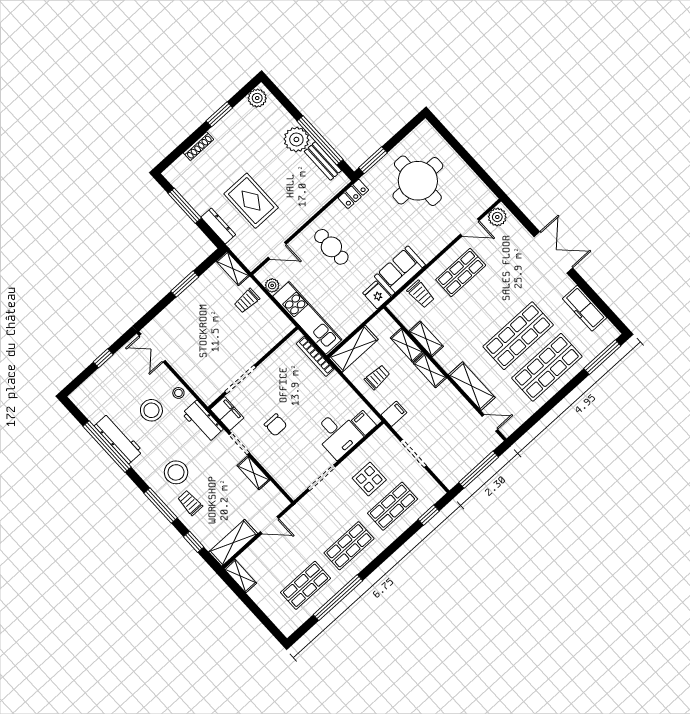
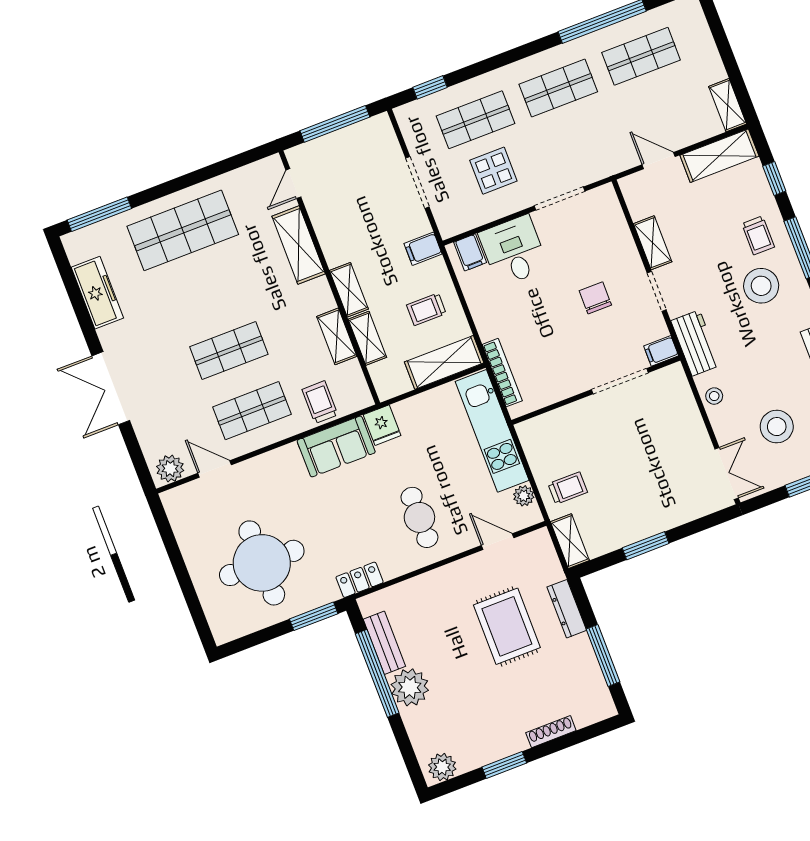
shop shelf: (518, 336) -> (229, 351), moved, width x0.70, depth x0.74
stool: (151, 410) -> (777, 427), moved
filing cabinet: (227, 413) -> (661, 351), width x0.50
door: (490, 423) -> (293, 184), hinge flipped

